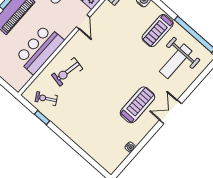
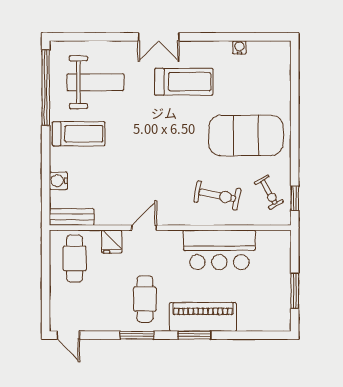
treadmill: (137, 105) -> (184, 82), turned 180
exercise mat: (84, 112) -> (246, 135), added
window: (42, 117) -> (295, 198), moved

